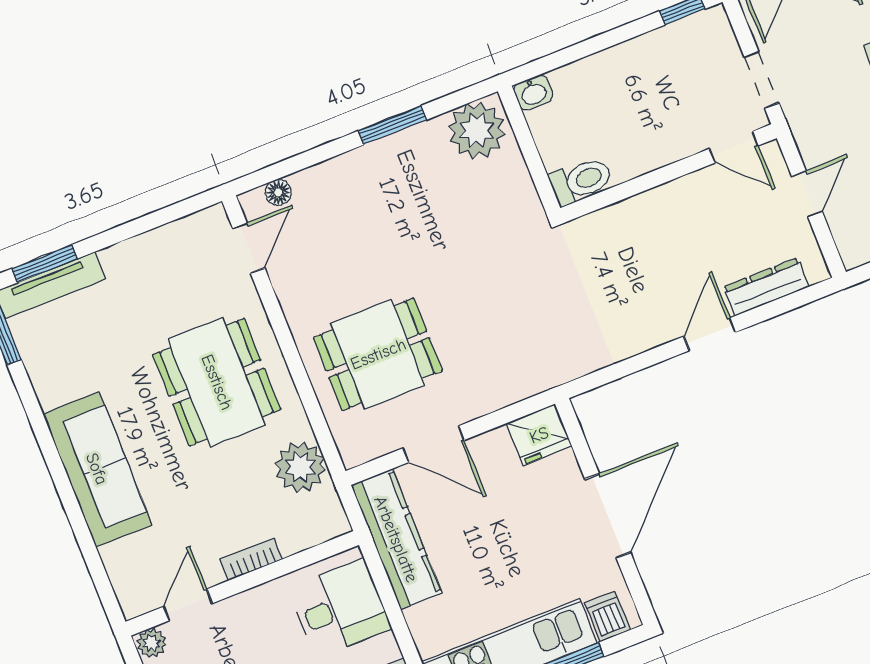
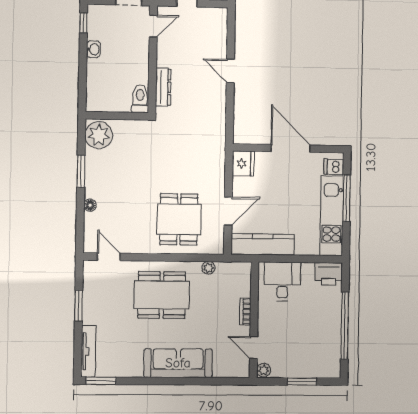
washbasin: (533, 93) -> (93, 49), moved
floor lamp: (278, 193) -> (90, 205), moved
window: (45, 264) -> (79, 306), moved
dresser: (766, 287) -> (163, 87), moved, turned 180
plant: (300, 467) -> (208, 268), width x0.53, depth x0.53

